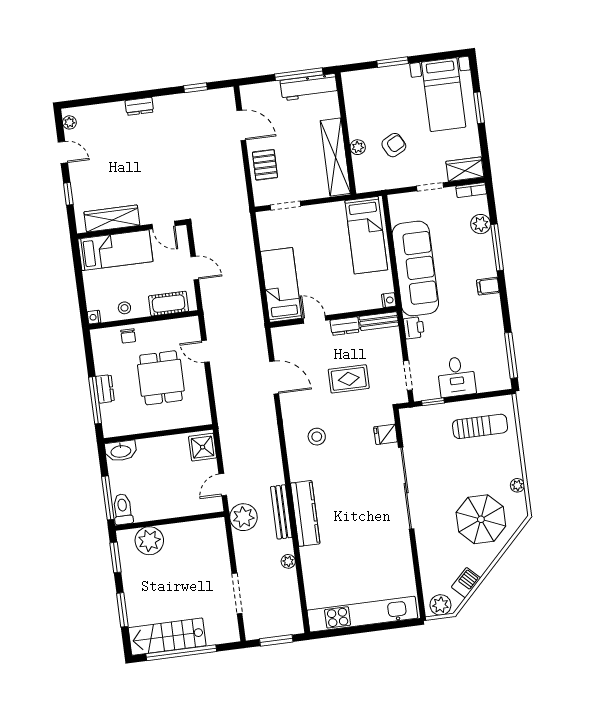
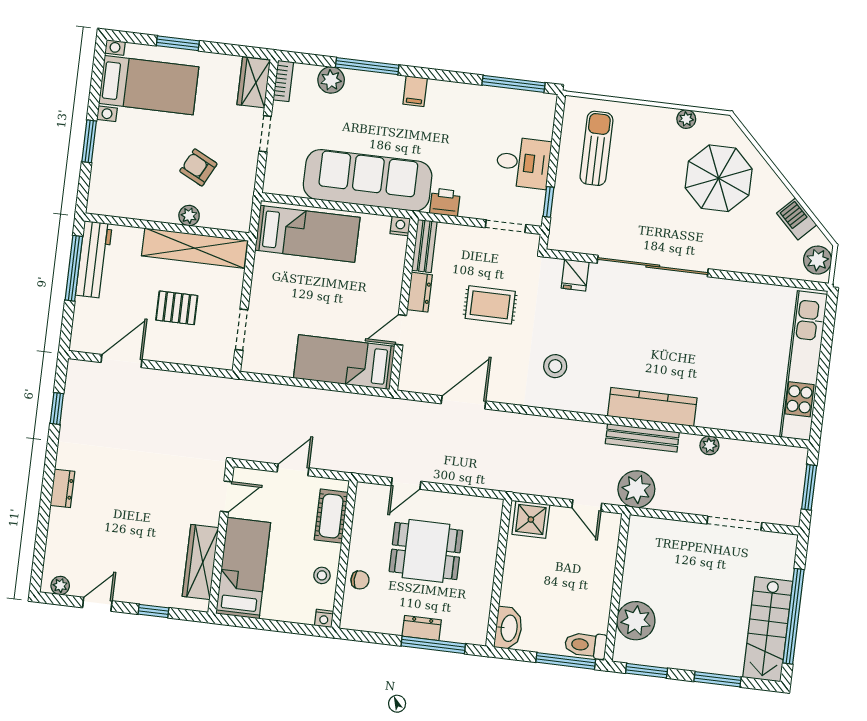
armchair: (394, 145) -> (198, 167), turned -35
pallet: (265, 165) -> (177, 308), moved
rug: (349, 379) -> (490, 305), turned 90

